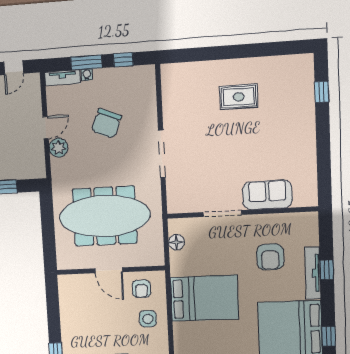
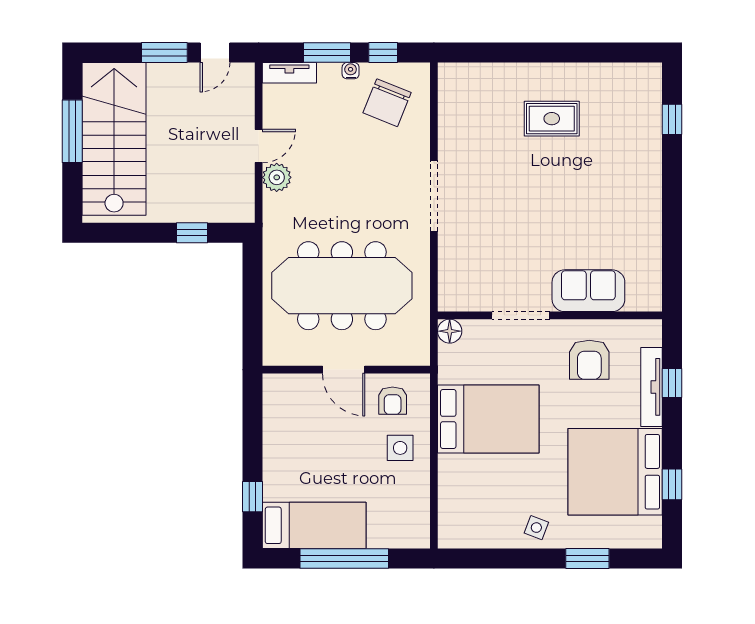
water cooler: (87, 75) -> (351, 71), moved
chair: (106, 123) -> (387, 103), moved
sofa: (267, 195) -> (588, 291), moved
doorway: (222, 213) -> (521, 315), moved
wall: (242, 213) -> (550, 315), moved

